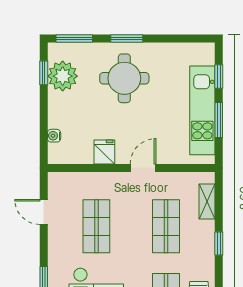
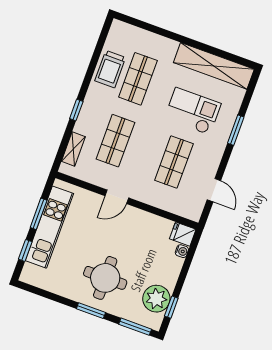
fridge: (104, 152) -> (183, 234), moved, turned 90

